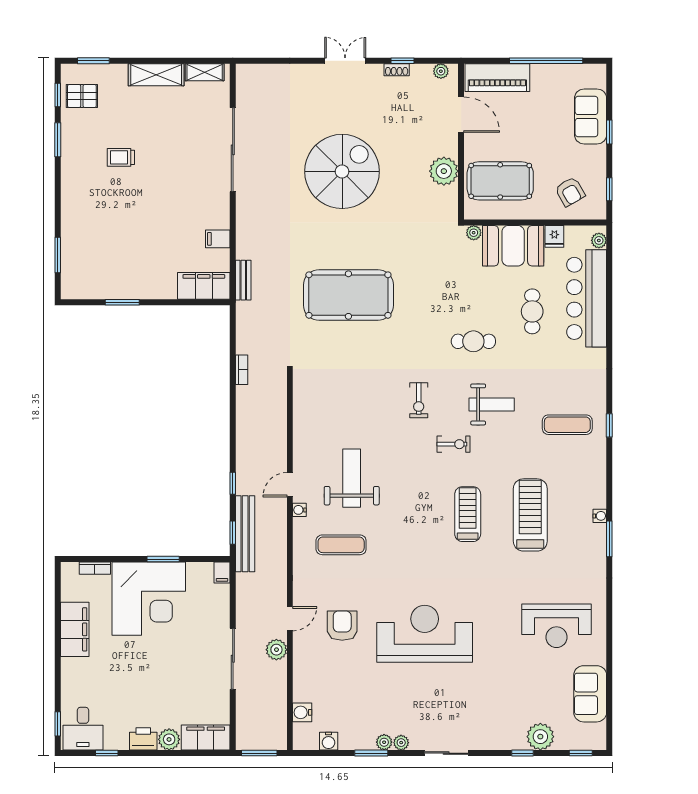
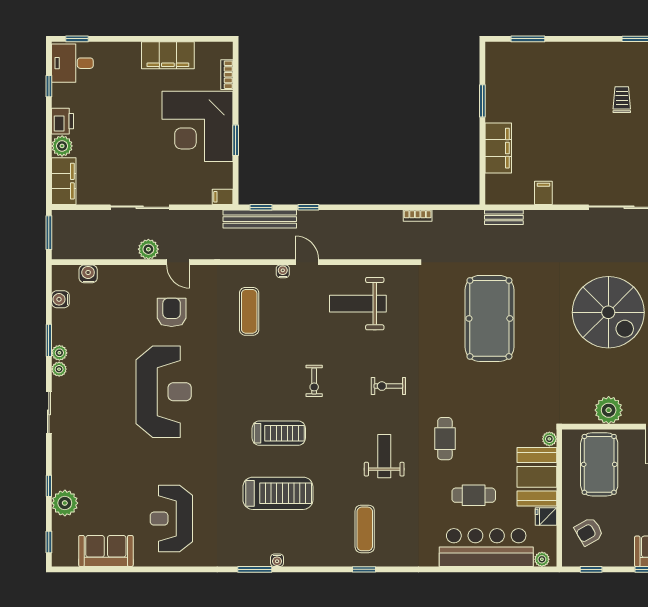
filing cabinet: (204, 286) -> (498, 148), moved
weight bench: (492, 404) -> (384, 456), turned 180
exercise bike: (454, 444) -> (314, 381), moved
weight bench: (352, 478) -> (358, 304), moved, turned 180
armchair: (342, 626) -> (172, 312), turned -90

